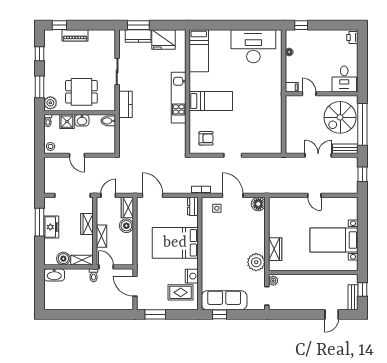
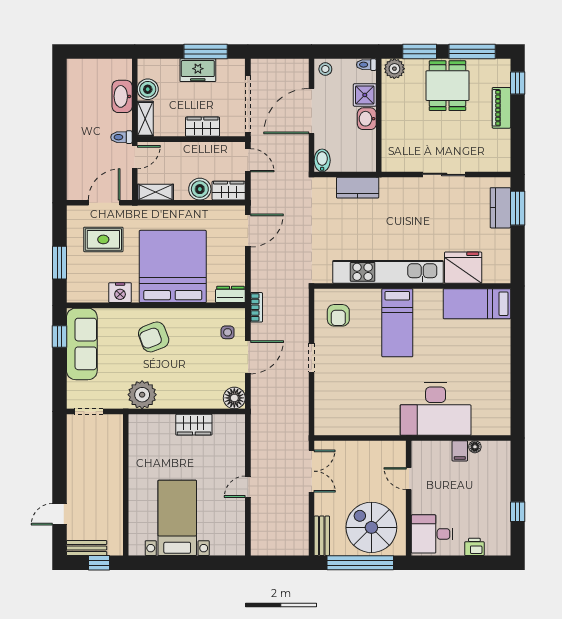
window: (301, 25) -> (518, 512), moved
printer: (352, 38) -> (474, 547), moved
fridge: (164, 39) -> (463, 268), moved, turned 90
desk: (253, 46) -> (436, 409), moved, turned 90
window: (40, 54) -> (472, 52), width x2.17
filing cabinet: (292, 87) -> (460, 451), moved
dining table: (81, 92) -> (447, 86), moved
door: (309, 94) -> (409, 479), swing flipped
kitchen unit: (179, 98) -> (388, 272), width x1.36
kitchen counter: (125, 104) -> (358, 188), moved
bidet: (108, 121) -> (322, 160), moved
door: (77, 155) -> (312, 111), width x1.88
double door: (318, 155) -> (312, 471), moved
window: (362, 174) -> (281, 563), removed
shelving: (102, 236) -> (156, 192), moved
bed: (175, 243) -> (173, 266), width x1.36
wardrobe: (275, 249) -> (194, 425), moved
armchair: (220, 255) -> (154, 337), added
washbasin: (54, 275) -> (122, 96), moved
plant: (273, 281) -> (113, 422), removed
rug: (181, 292) -> (103, 239), moved, turned 90
window: (155, 314) -> (59, 263), moved
door: (332, 314) -> (59, 514), hinge flipped

